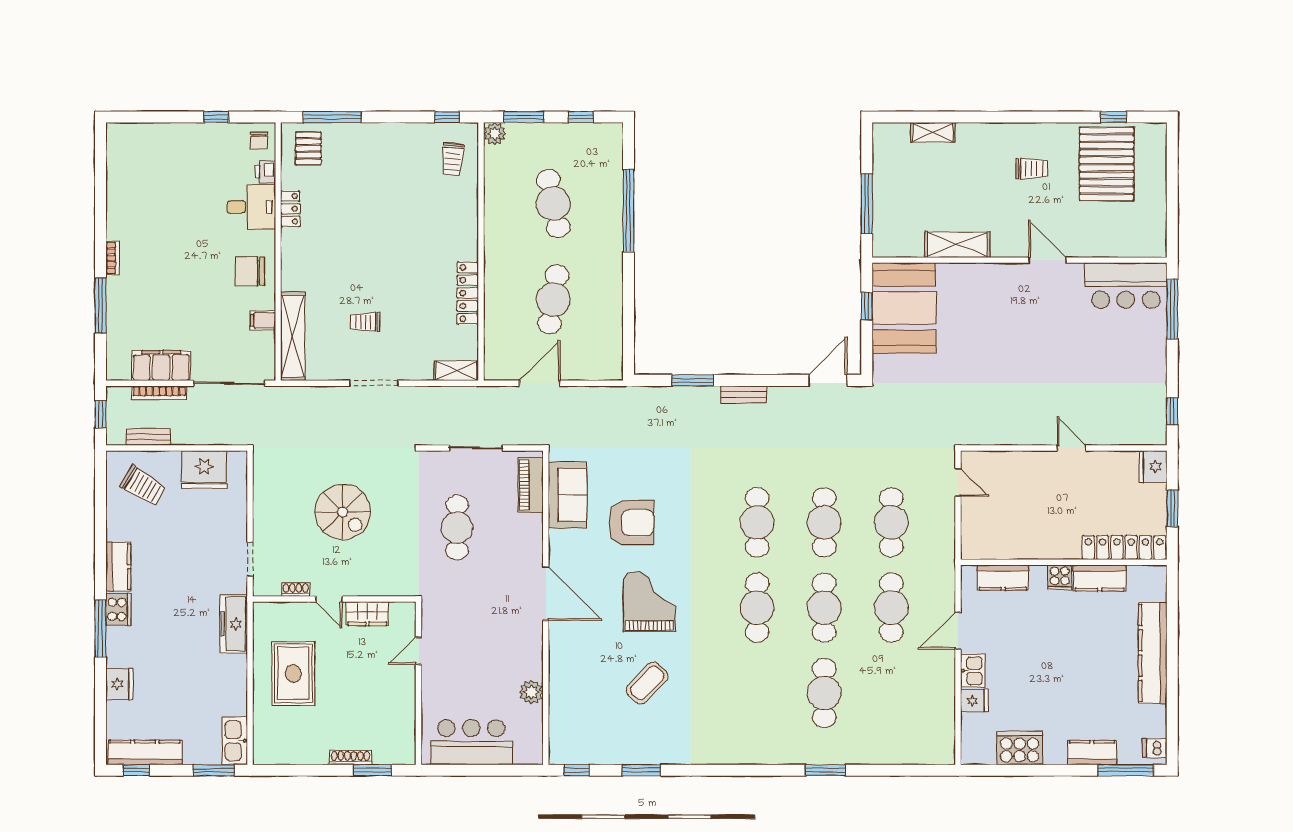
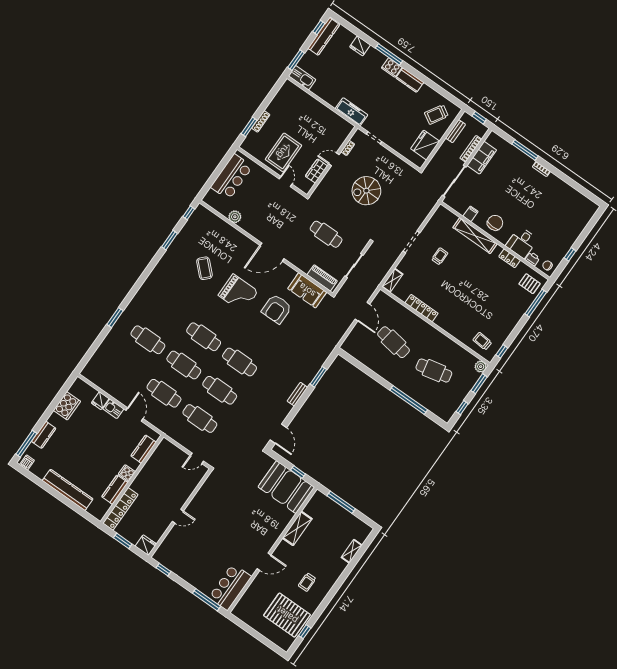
shelving: (293, 336) -> (475, 236), moved
rug: (293, 673) -> (283, 152), moved, turned 90

